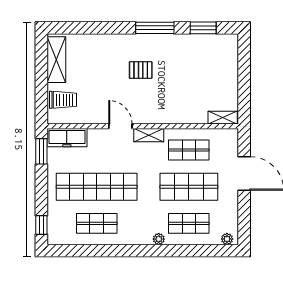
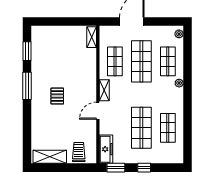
shop shelf: (97, 187) -> (141, 128), width x0.71
window: (41, 225) -> (144, 168), moved

